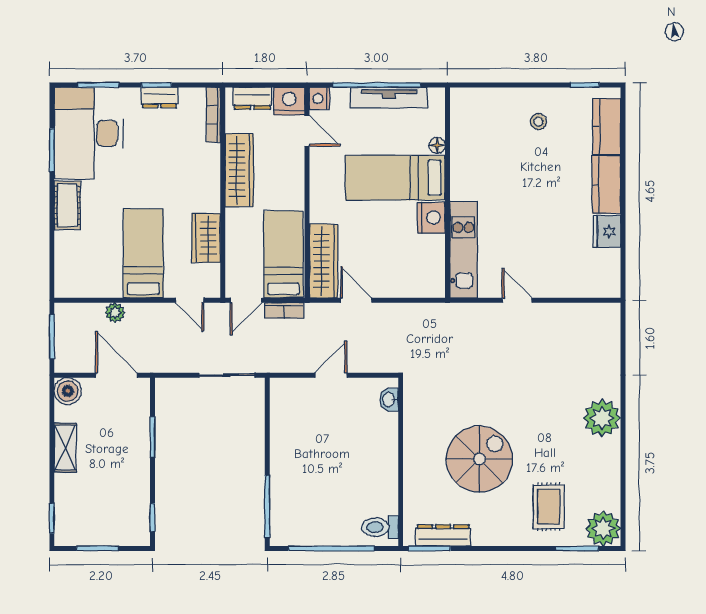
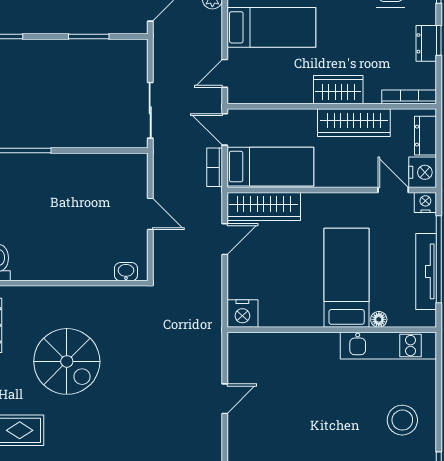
stool: (538, 122) -> (402, 420), width x1.89, depth x1.89
door: (307, 131) -> (393, 190), swing flipped
nightstand: (431, 218) -> (242, 314), moved
wardrobe: (206, 238) -> (338, 90), moved
kitchen unit: (463, 250) -> (388, 346), moved

